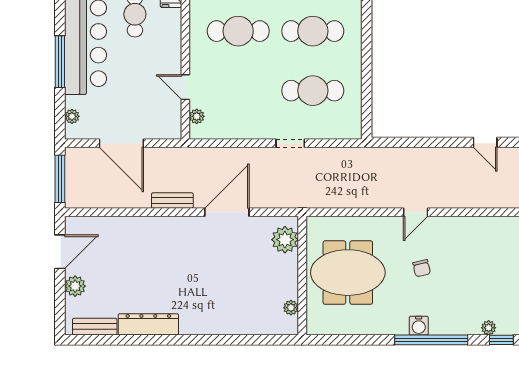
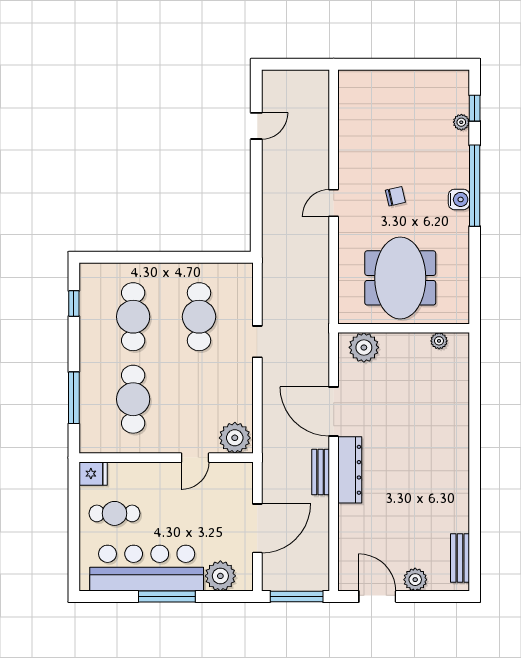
plant: (72, 116) -> (220, 576), width x1.87, depth x1.87
plant: (197, 116) -> (235, 438), width x1.88, depth x1.88
door: (416, 212) -> (334, 203), swing flipped
dresser: (148, 324) -> (350, 470), moved, turned 180

